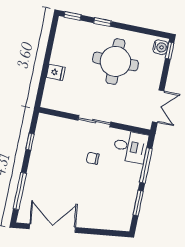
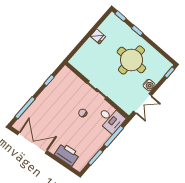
water cooler: (160, 47) -> (149, 85), moved
fridge: (56, 72) -> (98, 36), moved
printer: (102, 219) -> (67, 154), added

